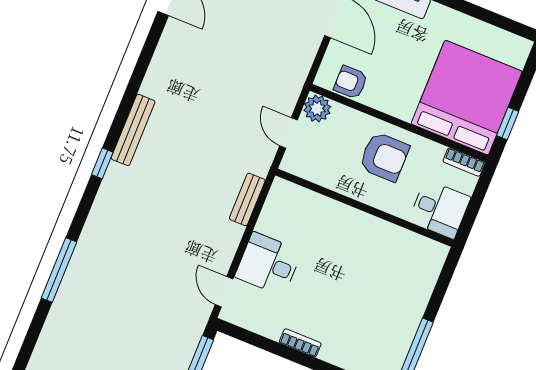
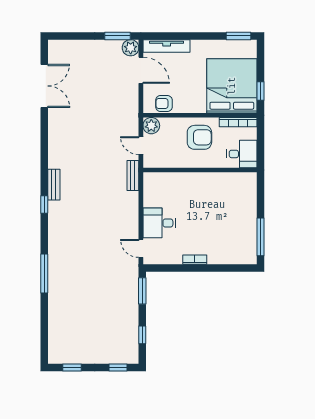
window: (508, 25) -> (239, 36), added
bench: (133, 130) -> (54, 185), width x0.73
bookcase: (464, 162) -> (238, 122), width x1.56
bench: (247, 199) -> (133, 176), moved

